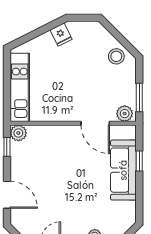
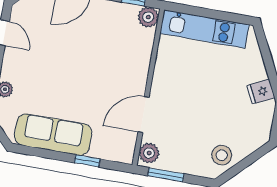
sofa: (123, 170) -> (53, 135), moved

